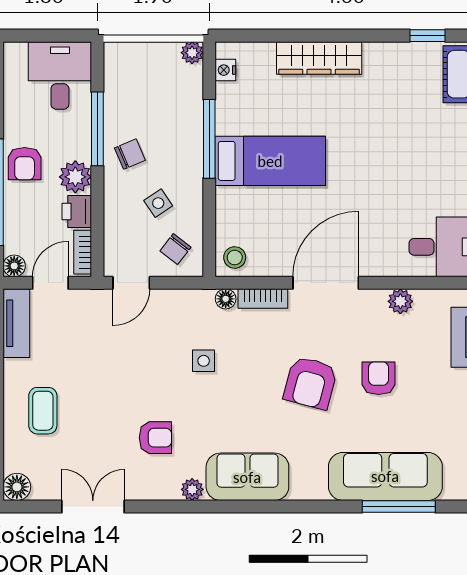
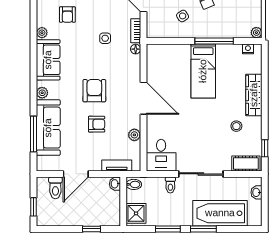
chair: (175, 249) -> (160, 24), removed
stool: (235, 258) -> (236, 126), moved
bookcase: (263, 299) -> (136, 31), moved
armchair: (310, 383) -> (94, 91), turned 75
plant: (315, 489) -> (42, 93), added

